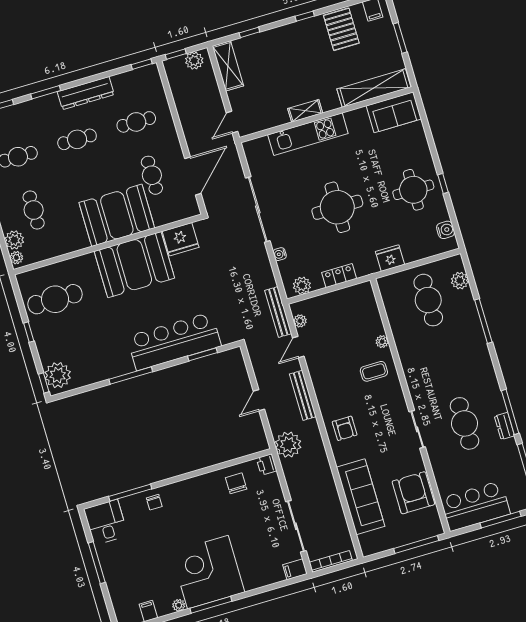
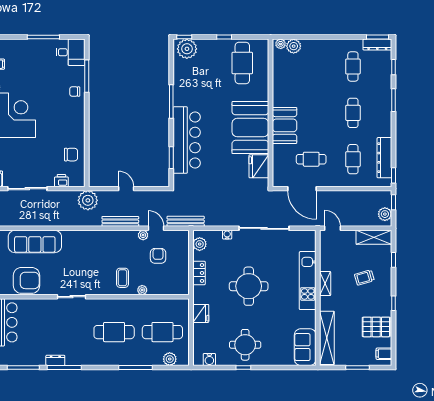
trolley: (283, 63) -> (364, 277), added
dresser: (86, 93) -> (384, 158), moved
cafe table: (34, 210) -> (311, 66), removed
booth: (117, 215) -> (285, 125), width x0.73, depth x0.70
plant: (300, 321) -> (143, 235), moved
cafe table: (465, 423) -> (114, 332), moved
armchair: (345, 428) -> (158, 256), moved, turned 90
printer: (267, 464) -> (61, 181), moved

